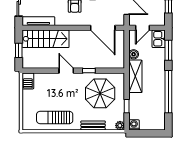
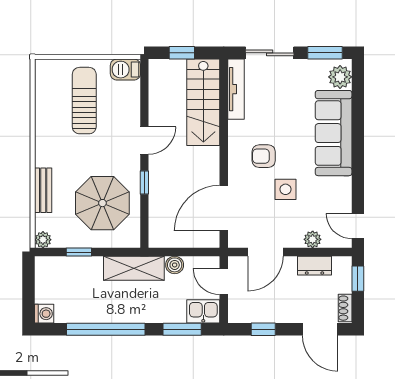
sun lounger: (55, 117) -> (84, 101), moved
washing machine: (134, 125) -> (44, 314), moved

